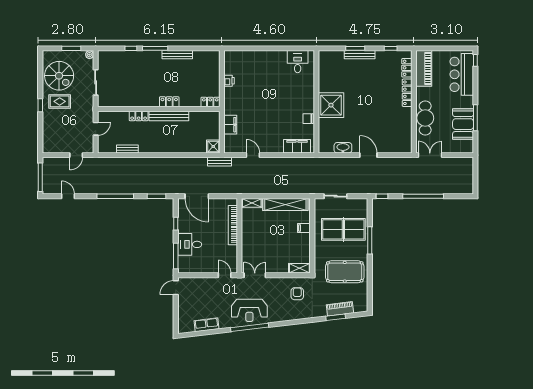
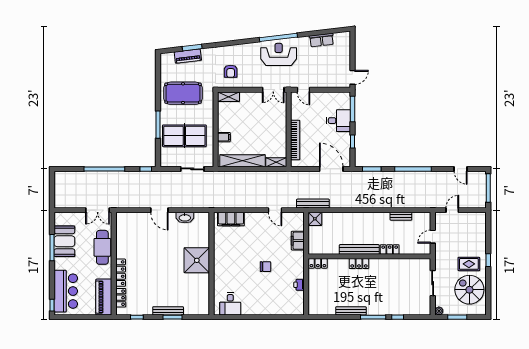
chair: (308, 119) -> (265, 267), moved
bench: (219, 162) -> (313, 204), width x1.36

